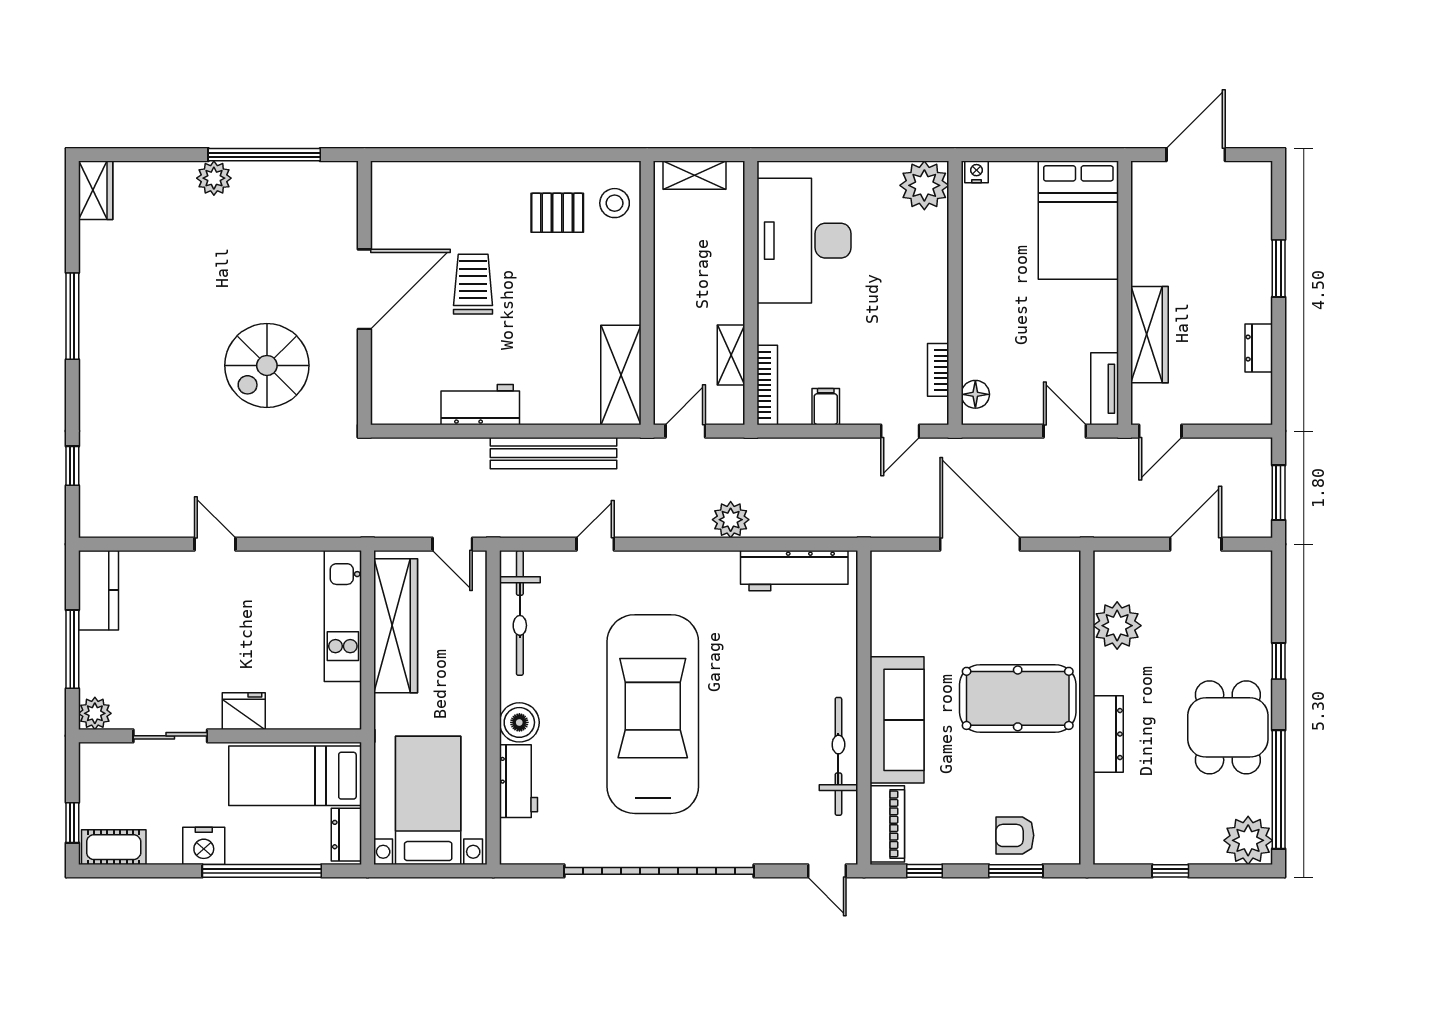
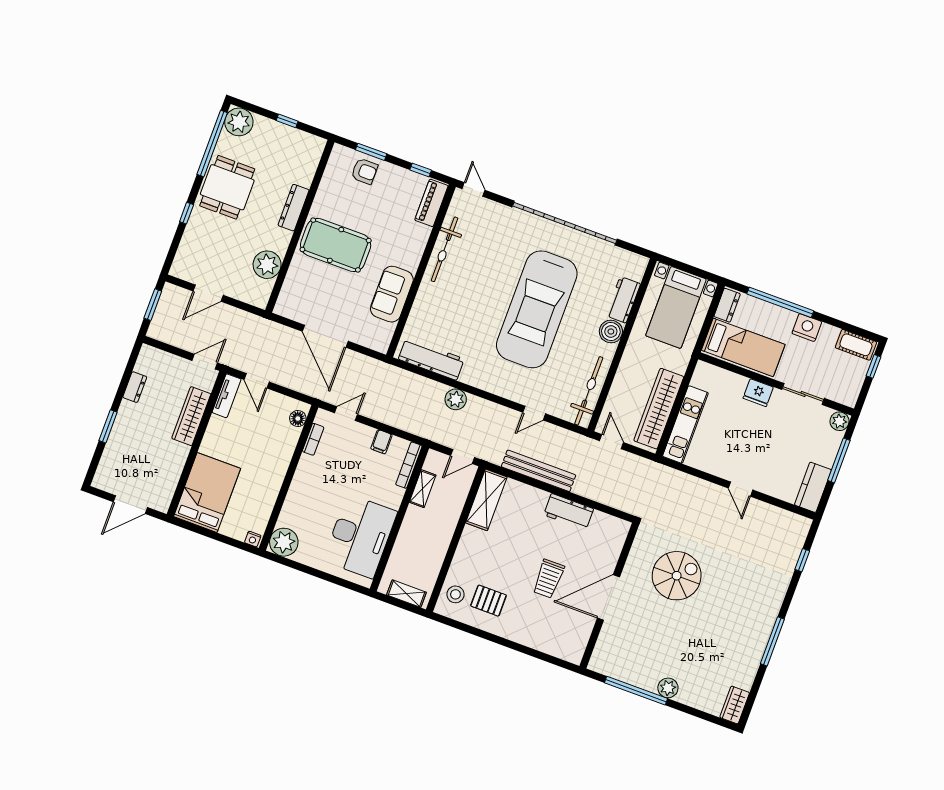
sofa: (897, 720) -> (392, 294), moved, width x0.73

